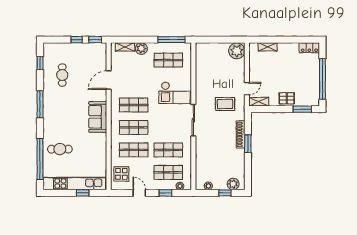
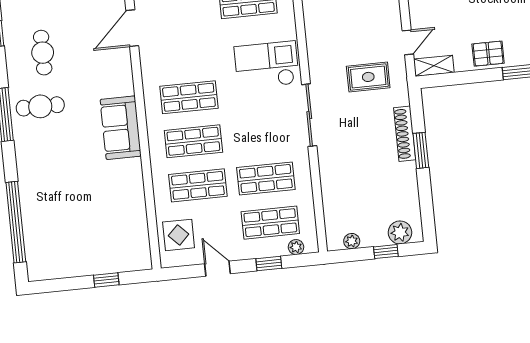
door: (109, 80) -> (132, 28), moved
checkout: (175, 93) -> (267, 65), turned 180
cafe table: (60, 149) -> (40, 106), moved
kitchen unit: (75, 183) -> (89, 263), removed

